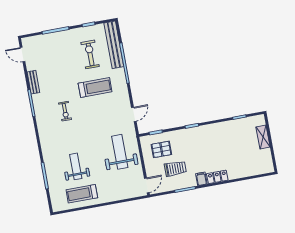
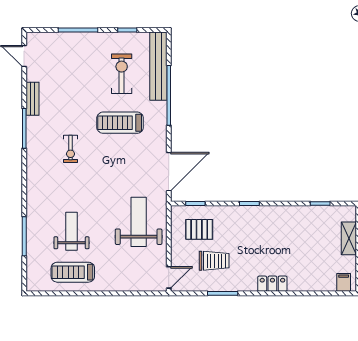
treadmill: (95, 87) -> (120, 123), turned 180
door: (134, 114) -> (169, 172), width x1.88
filing cabinet: (201, 179) -> (344, 282), moved

